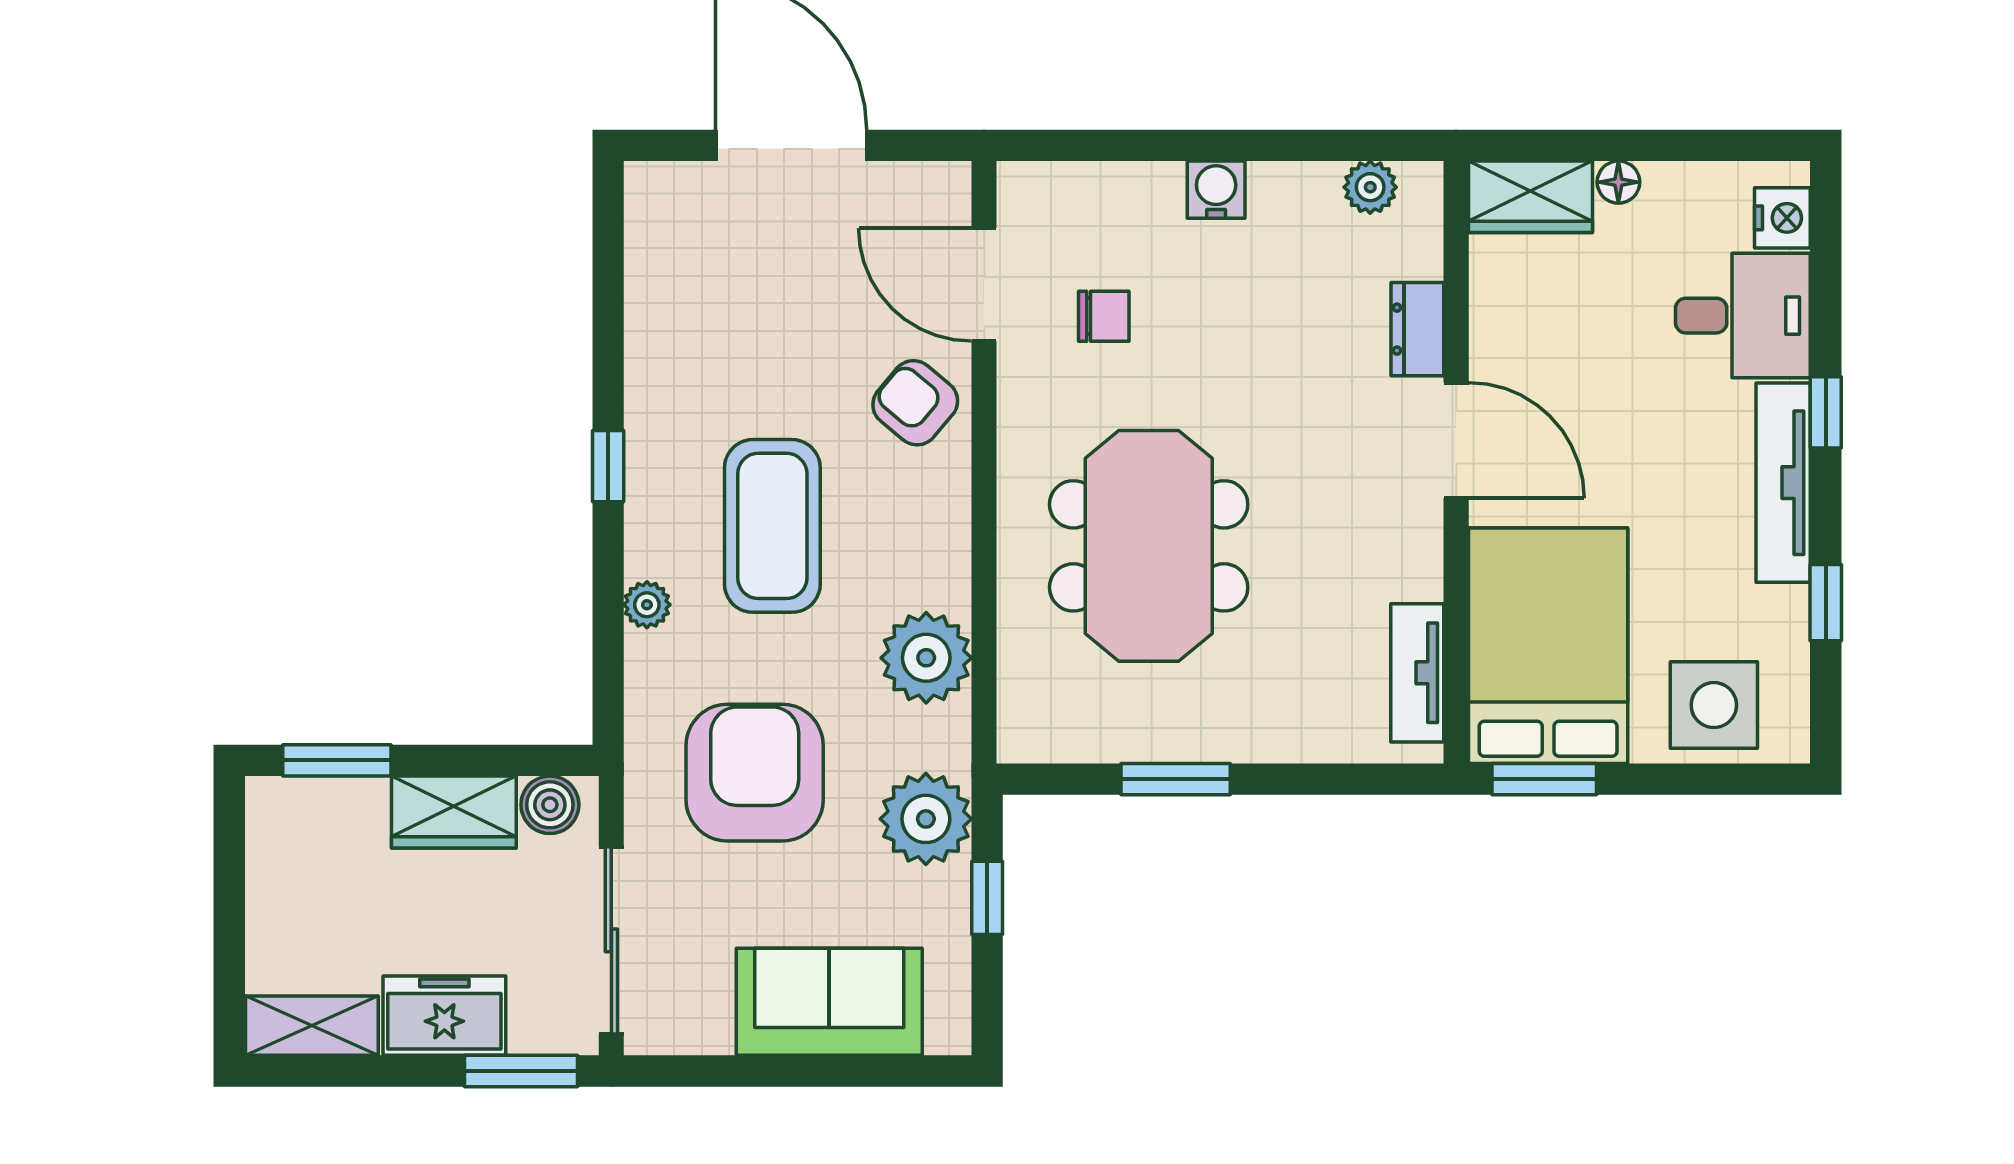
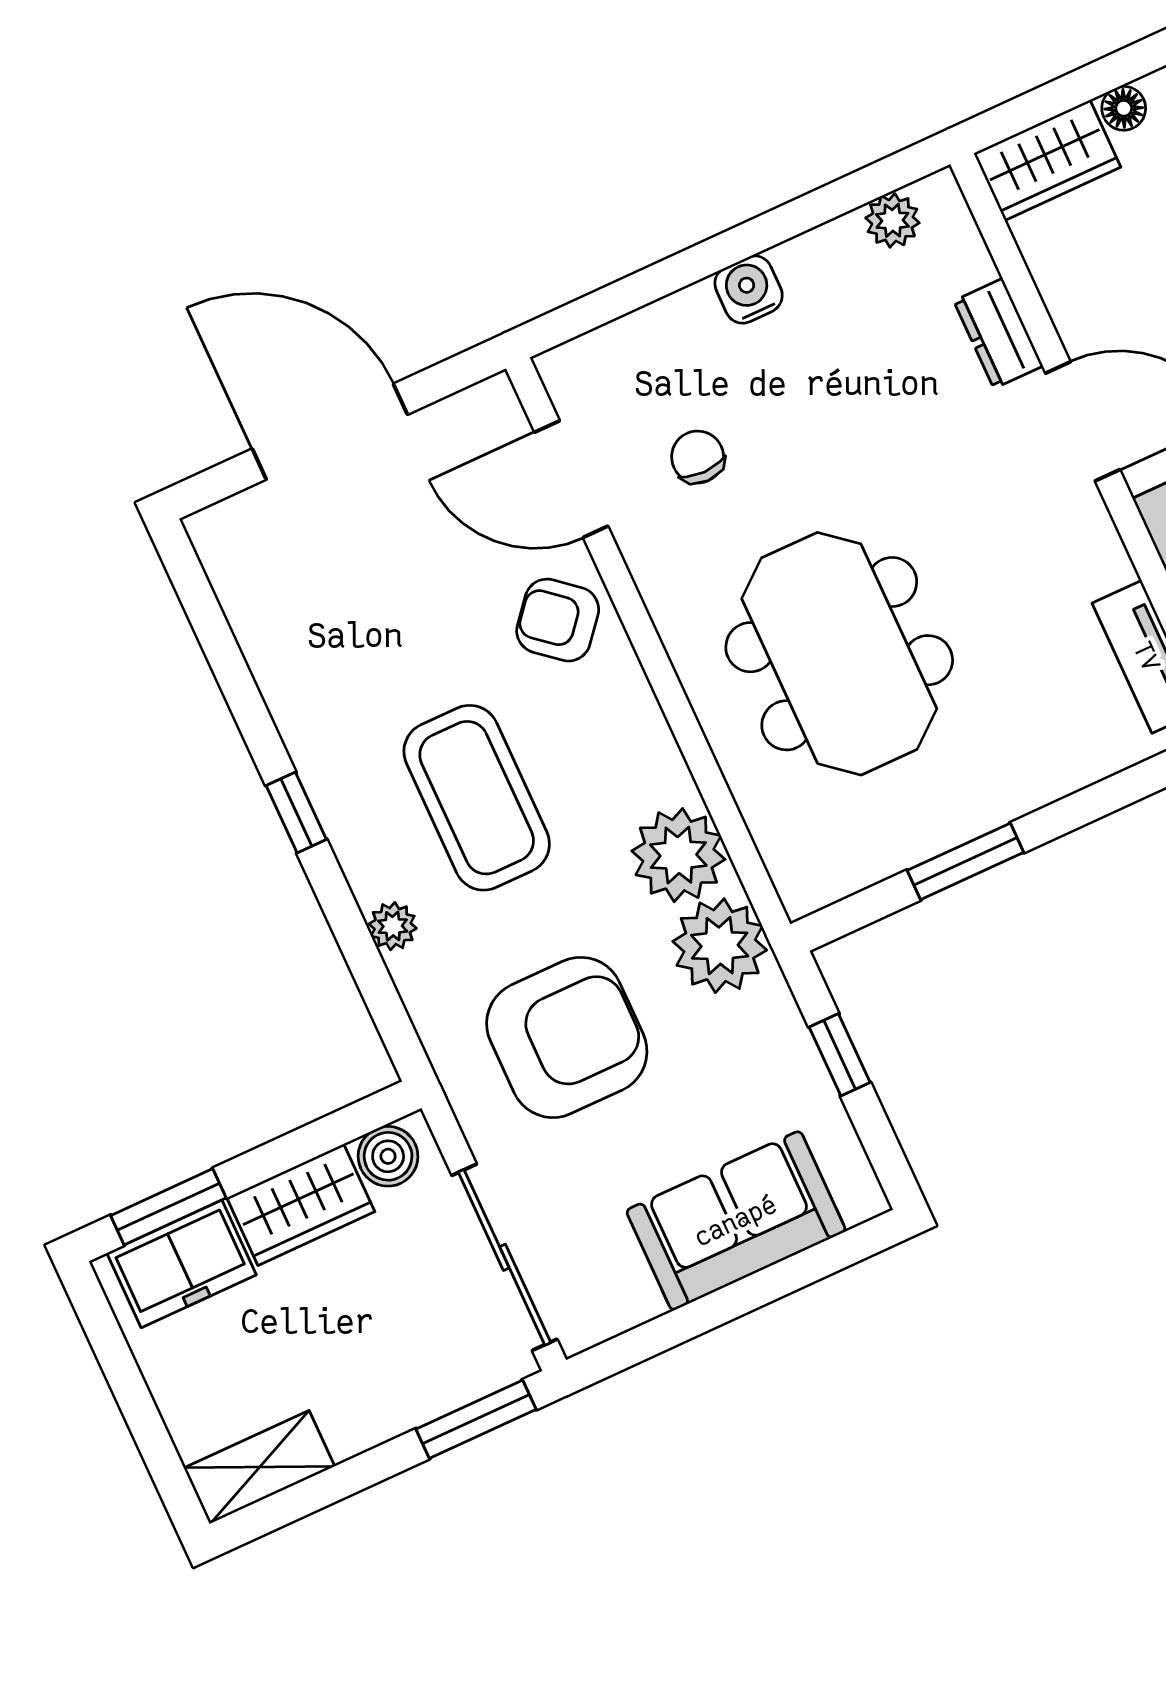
chair: (1104, 316) -> (698, 457), turned -90
armchair: (755, 773) -> (567, 1037), turned 90
plant: (926, 819) -> (720, 946), moved
freezer: (444, 1016) -> (181, 1264), moved, turned 180

